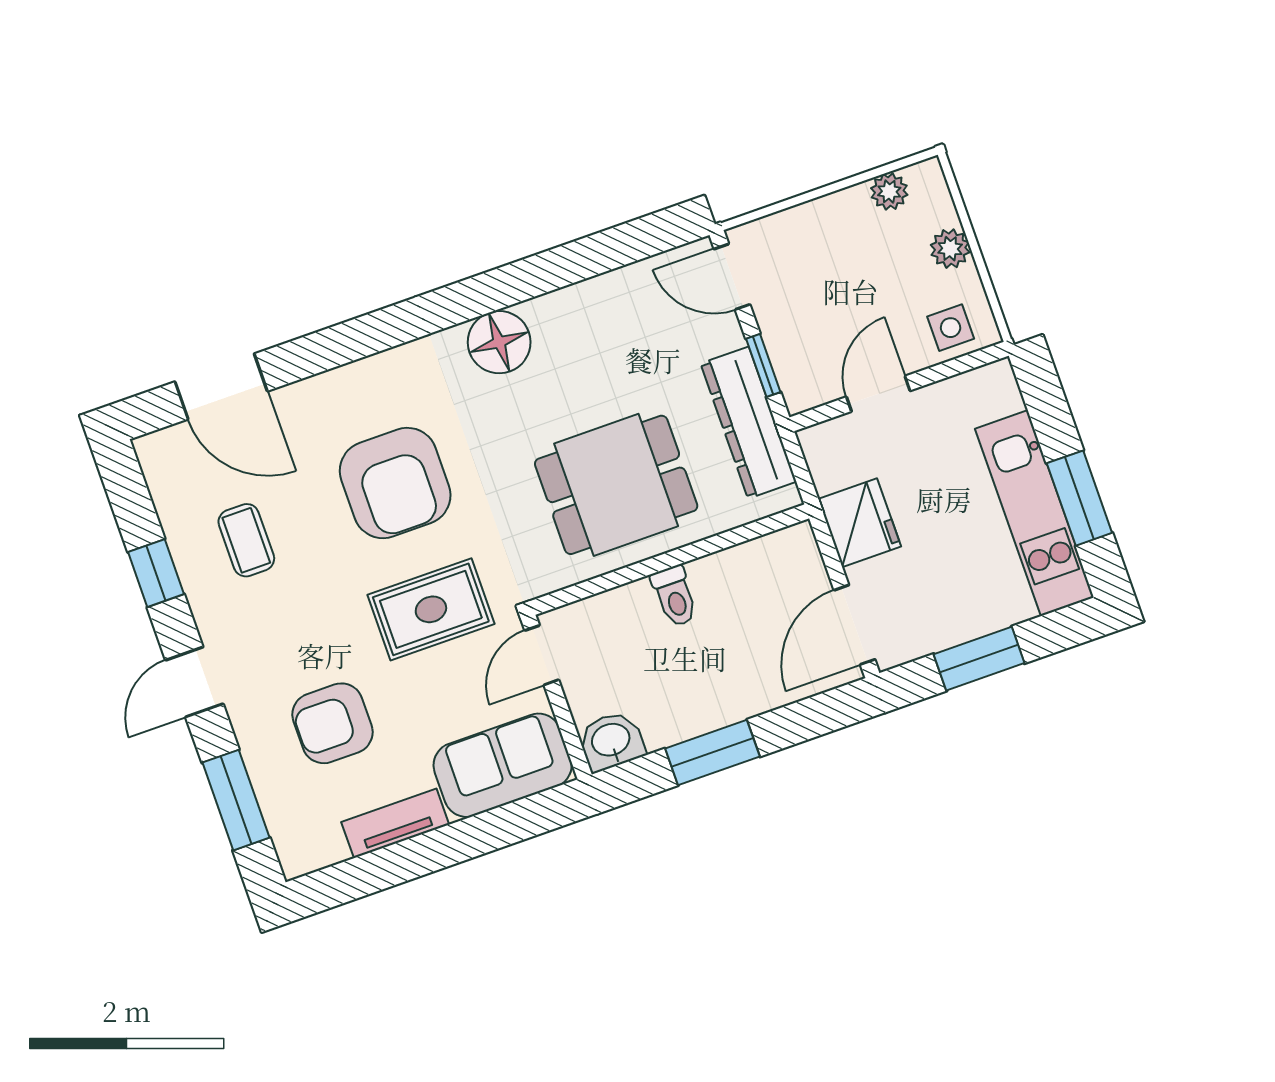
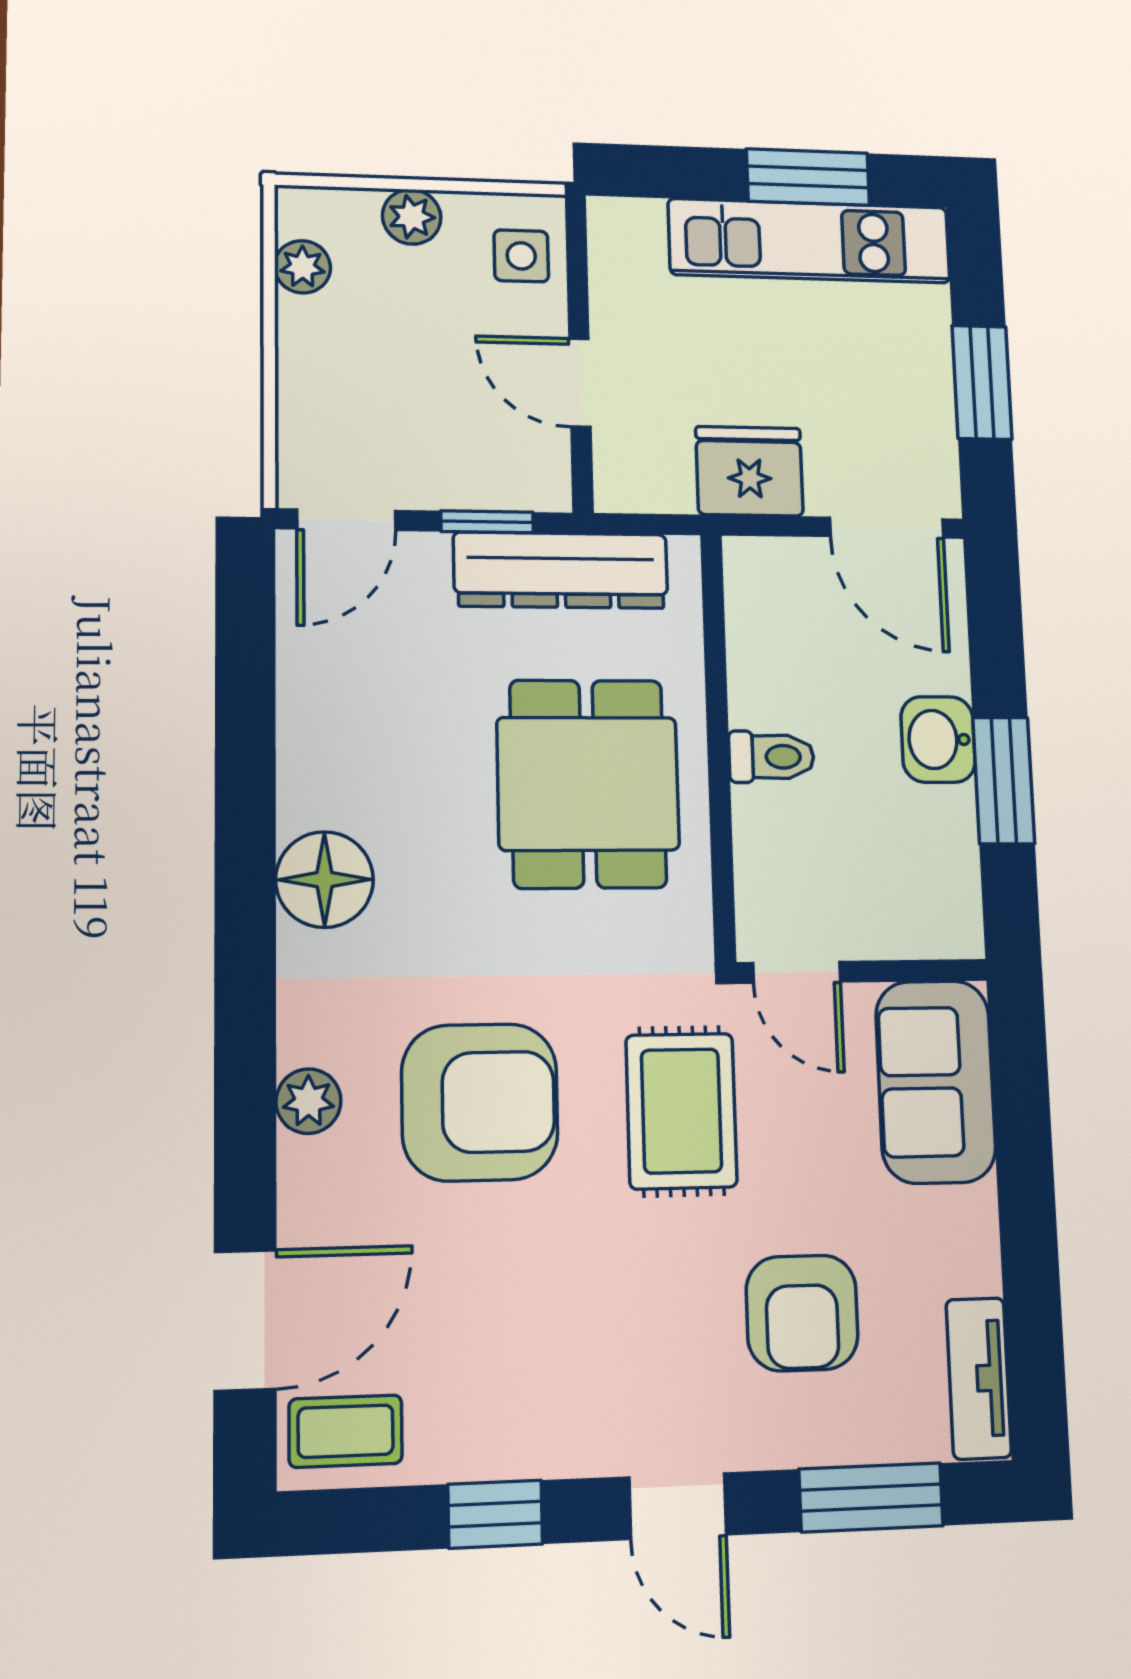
plant: (362, 379) -> (308, 1101), added
coffee table: (246, 540) -> (346, 1431), moved
washbasin: (611, 741) -> (938, 739), moved
tv unit: (395, 823) -> (979, 1378), moved

